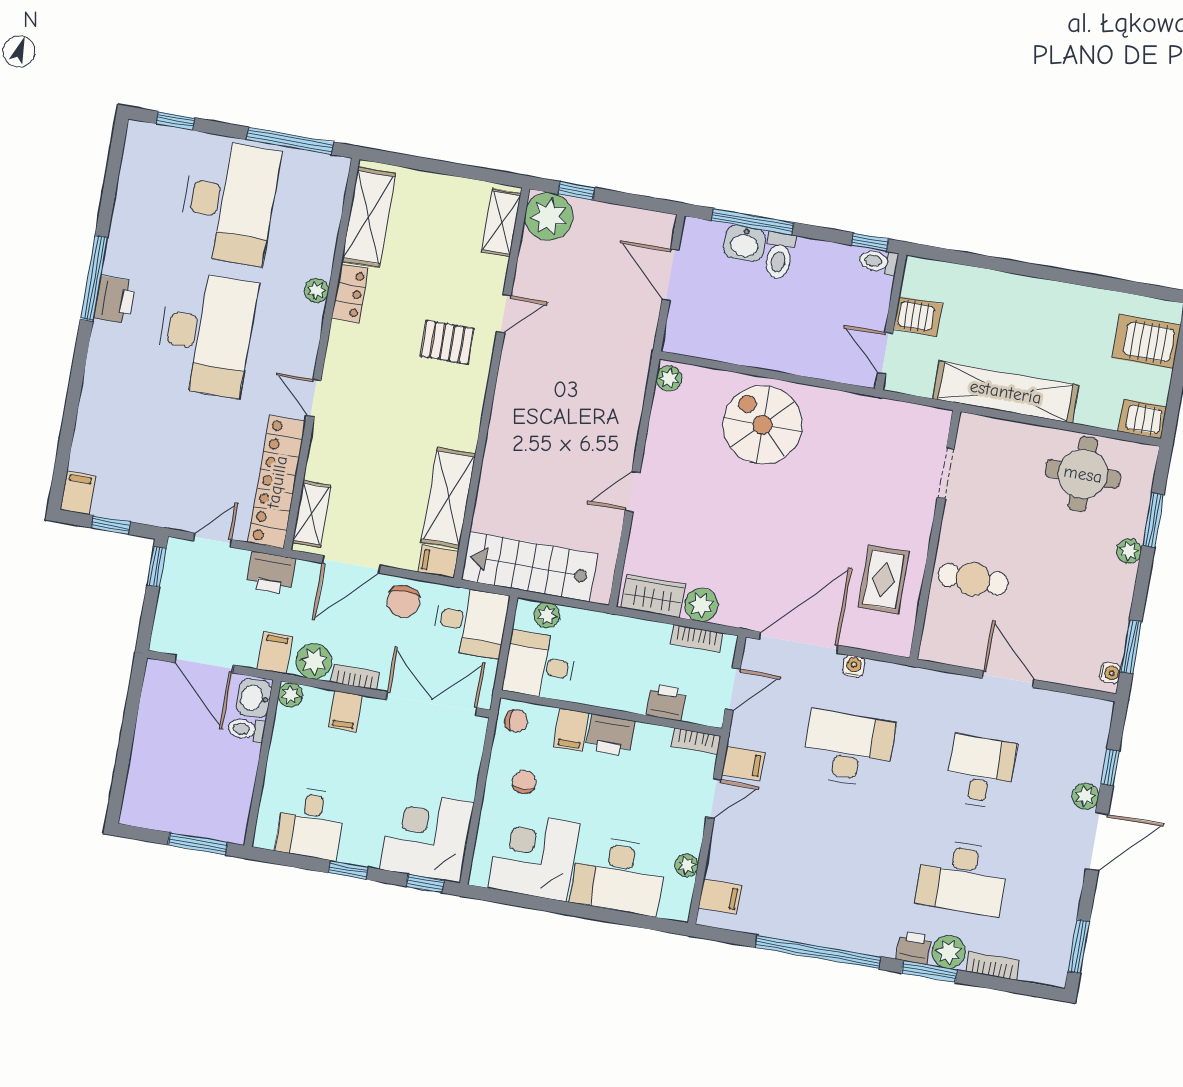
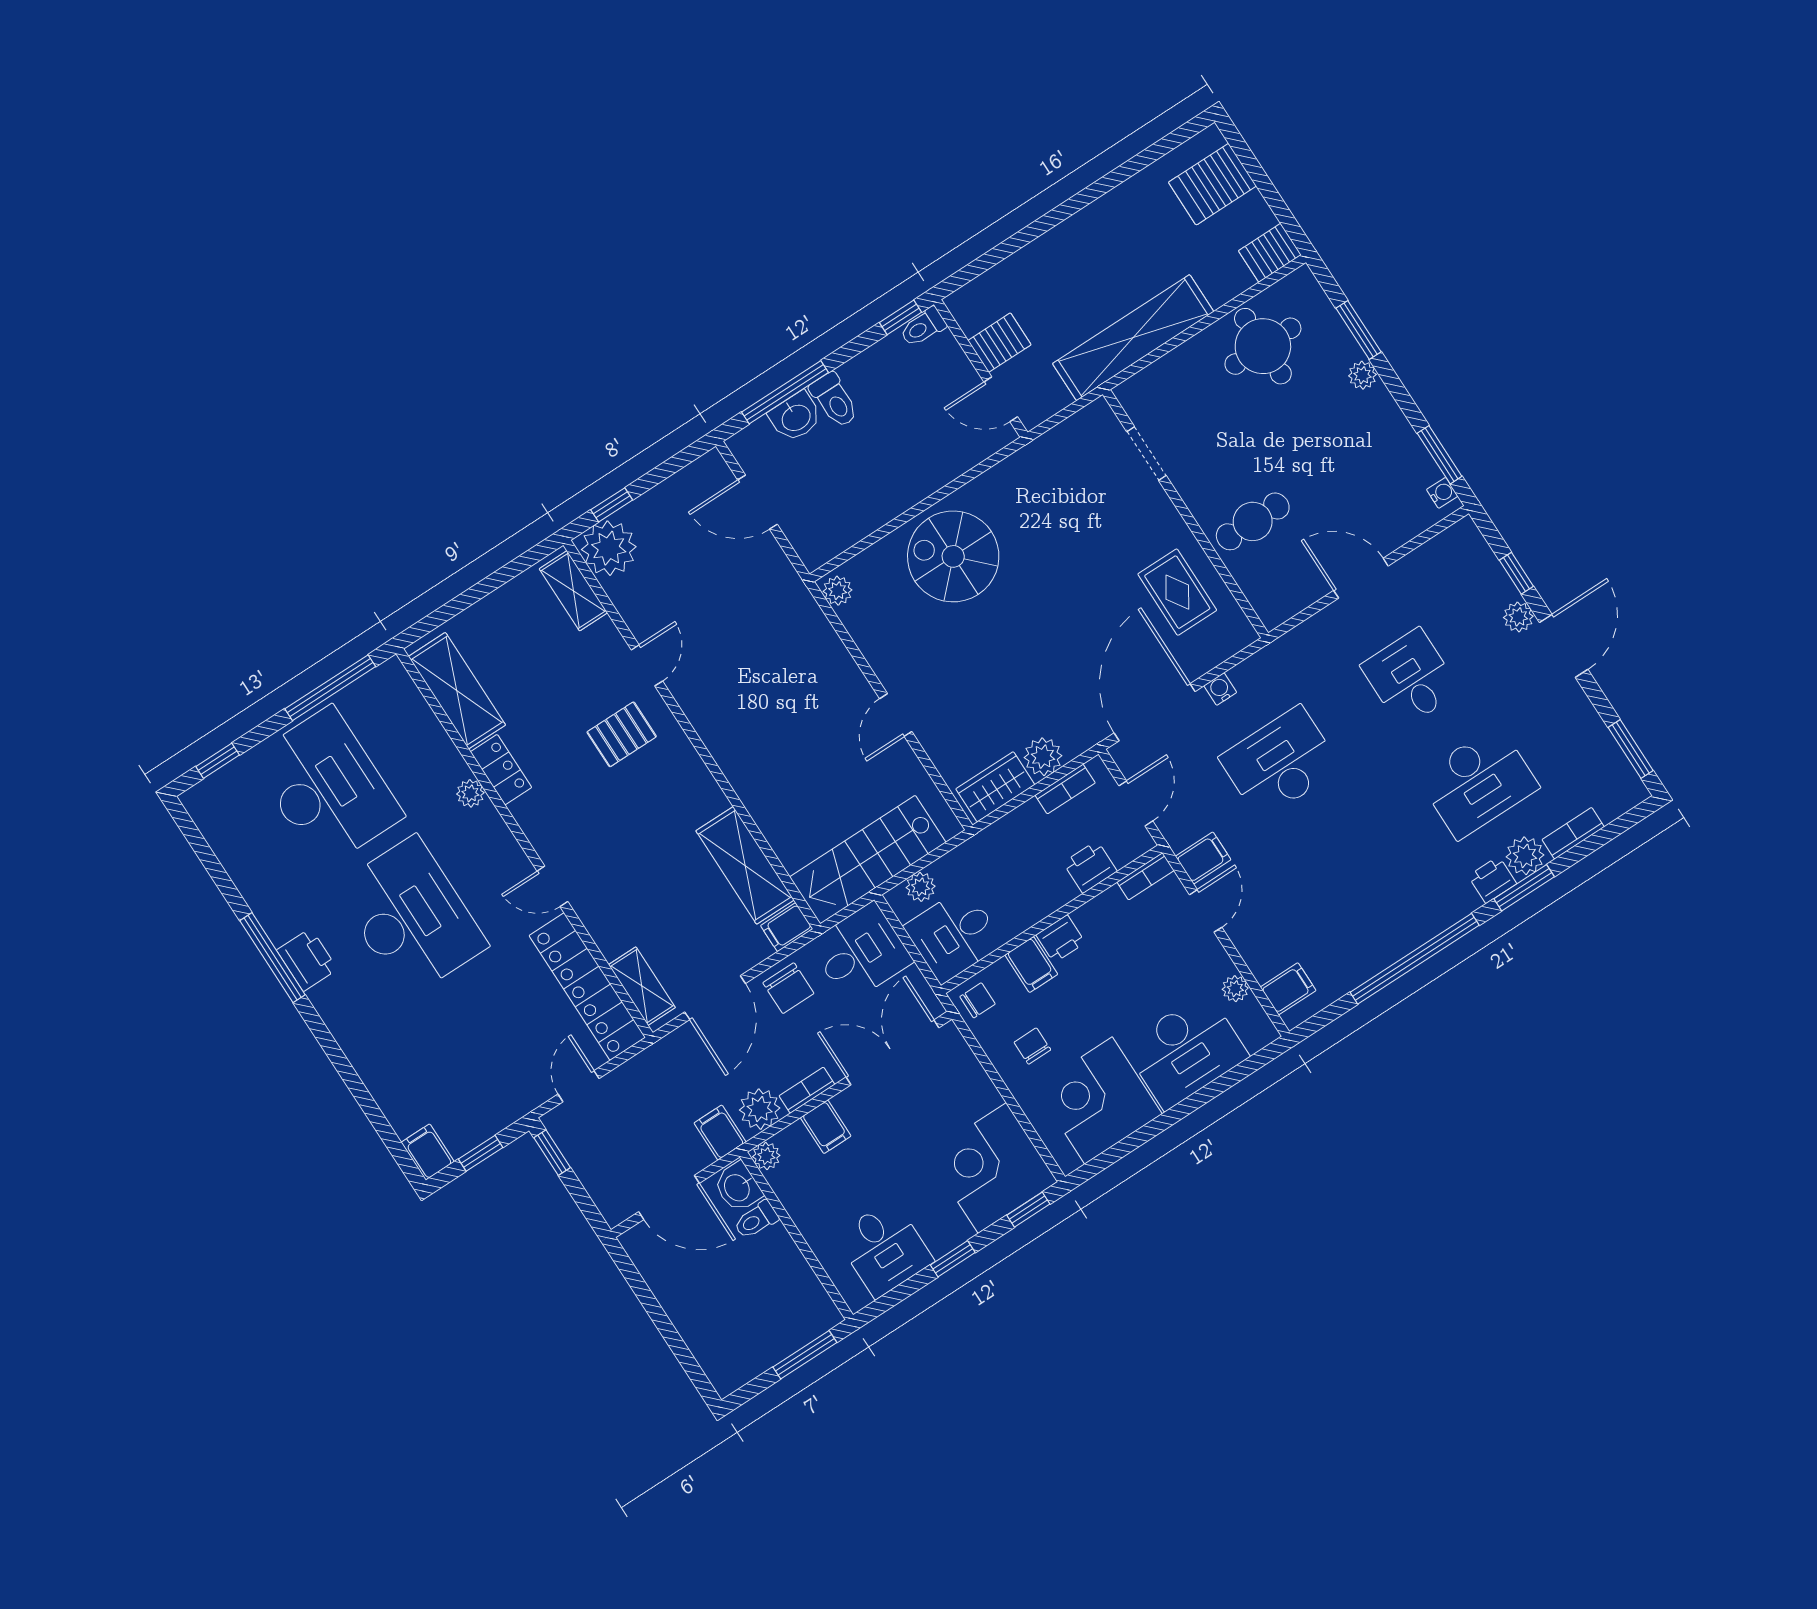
printer: (271, 573) -> (654, 1068), removed
printer: (610, 735) -> (1061, 939), width x0.73, depth x0.81

